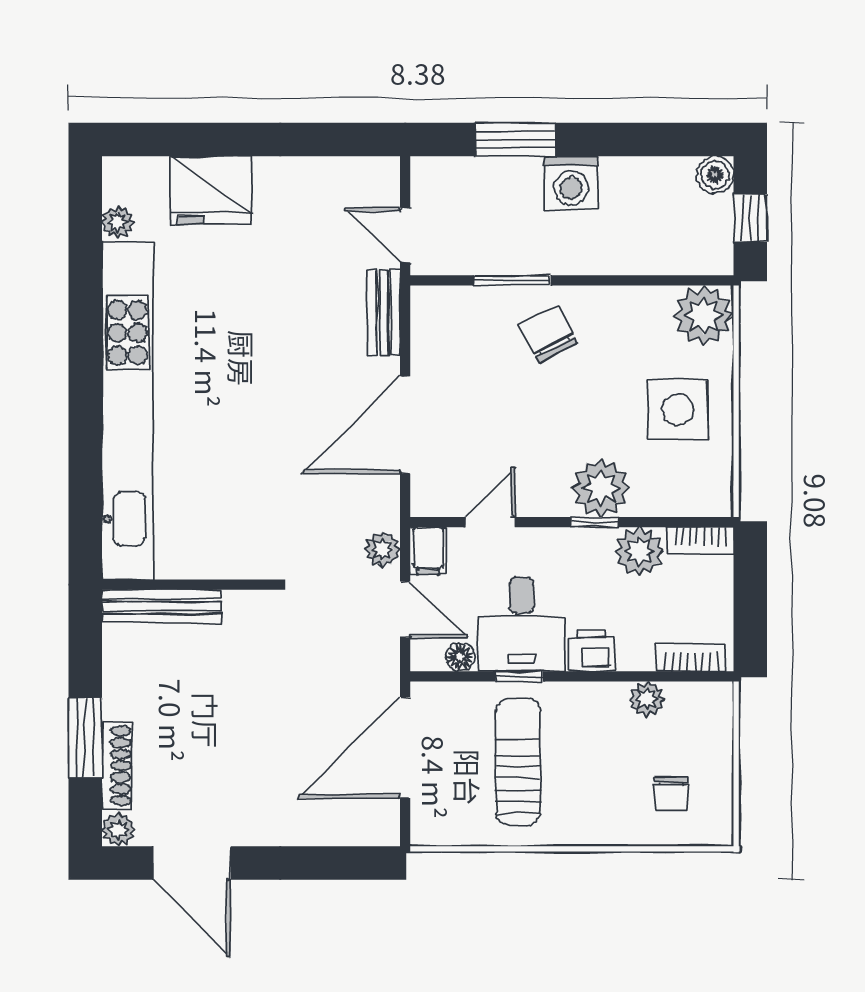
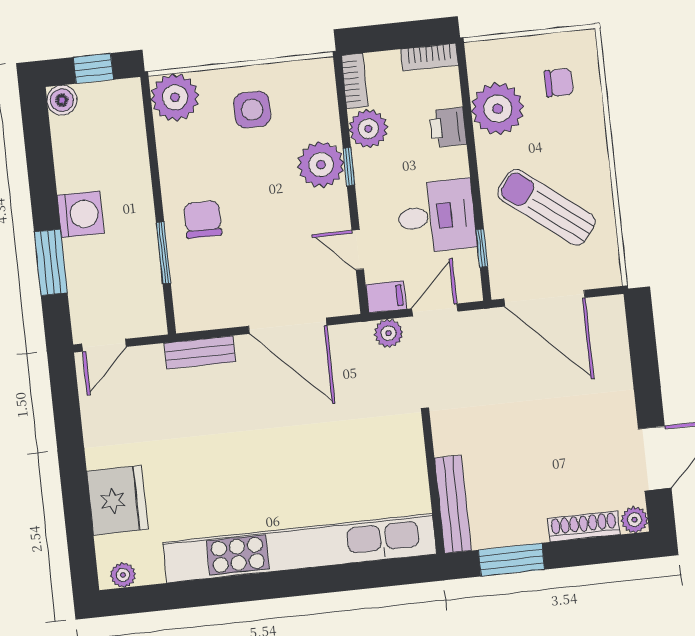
plant: (118, 222) -> (123, 575), moved
door: (405, 235) -> (104, 345), moved
chair: (548, 334) -> (203, 219), turned 118
side table: (678, 410) -> (252, 110), width x0.73, depth x0.73
printer: (591, 650) -> (448, 127), moved
floor lamp: (460, 657) -> (468, 262), removed
bookcase: (691, 657) -> (429, 57), moved, turned -90
window: (519, 676) -> (482, 248), moved
plant: (647, 699) -> (498, 109), width x1.88, depth x1.88
window: (85, 738) -> (511, 560), moved
sun lounger: (518, 762) -> (546, 207), turned 38

